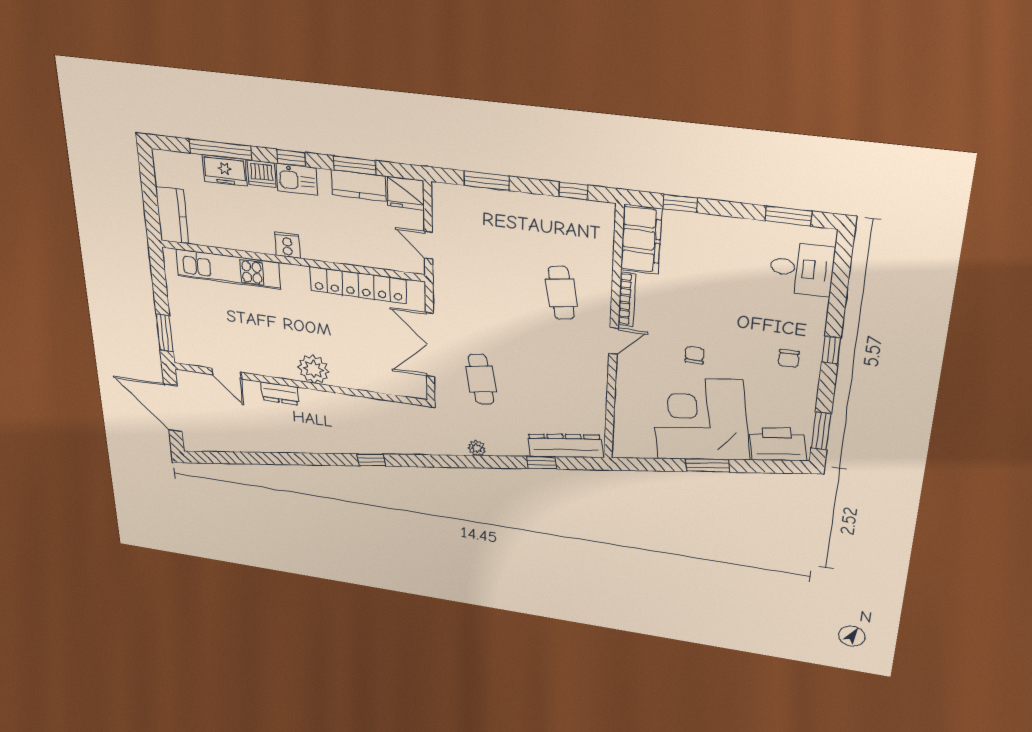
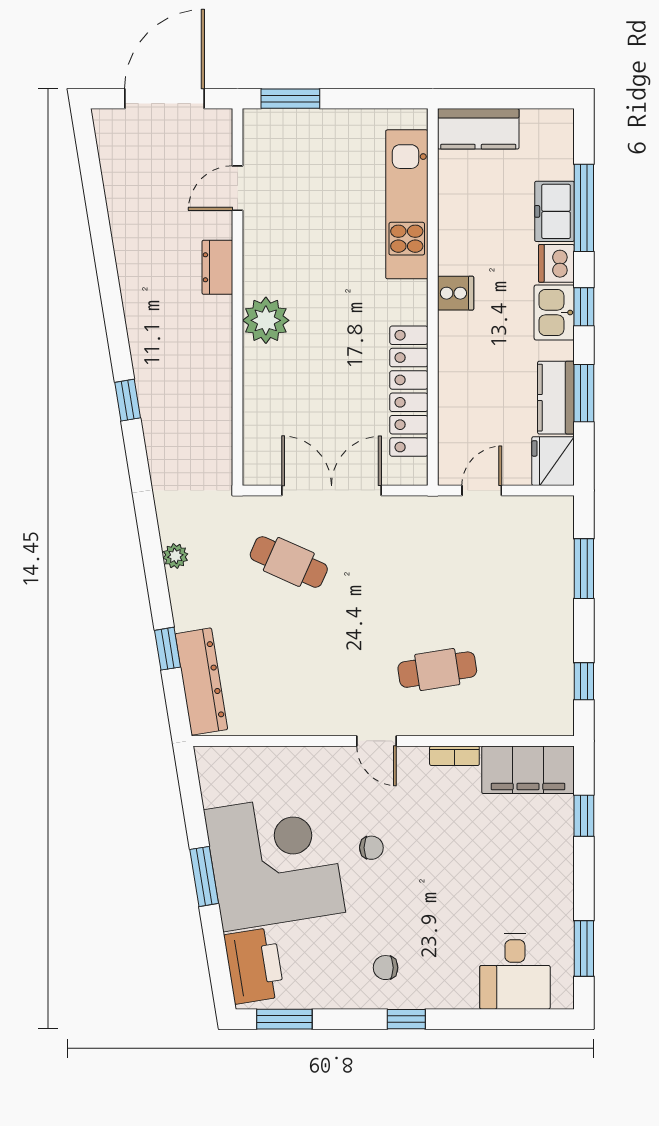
bookcase: (627, 299) -> (454, 756), width x0.64
cafe table: (481, 379) -> (289, 562), turned 33

